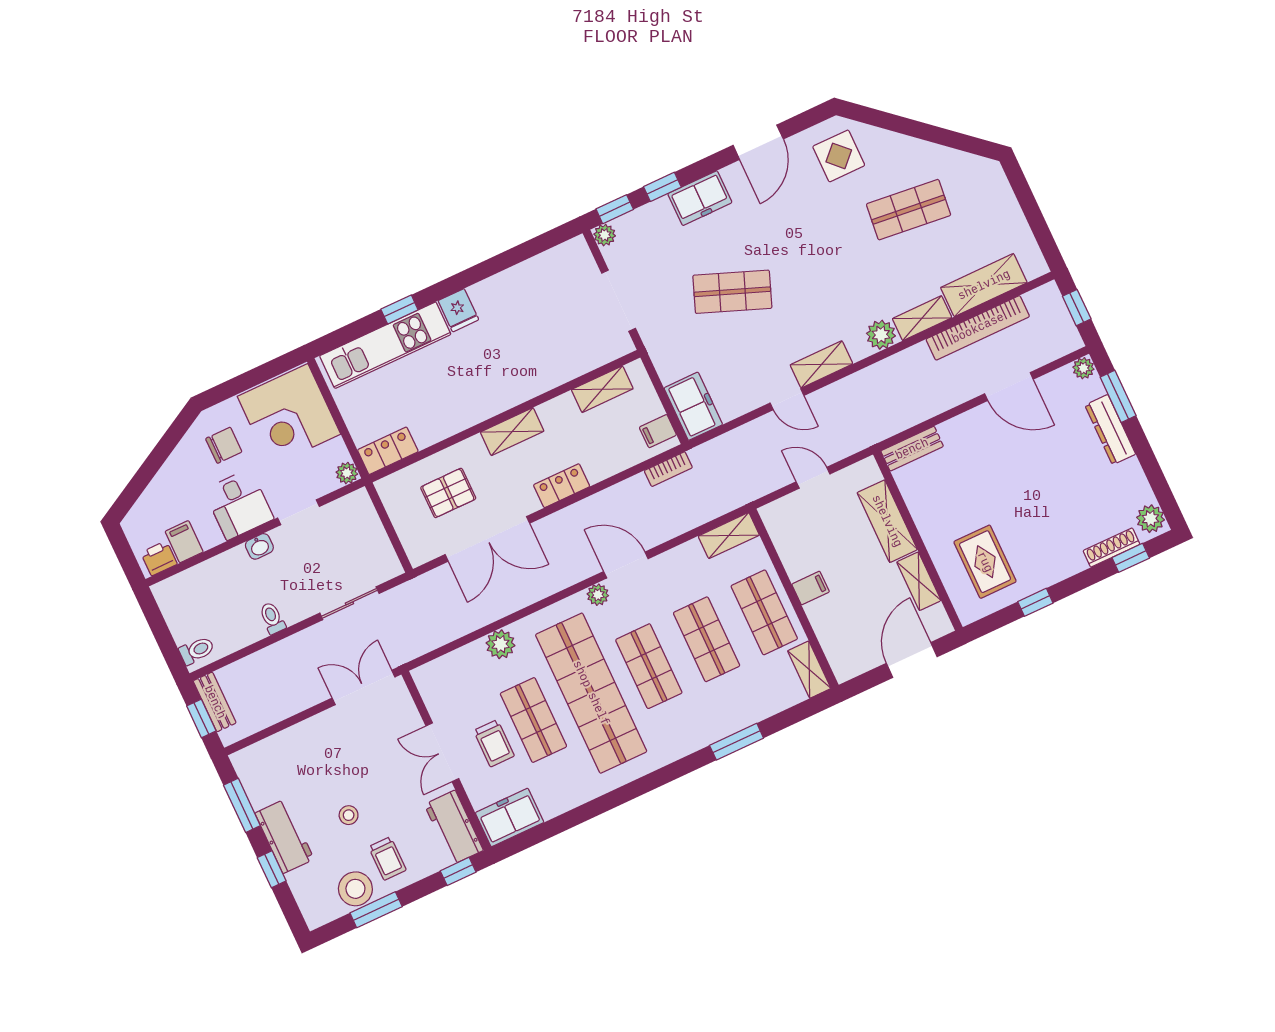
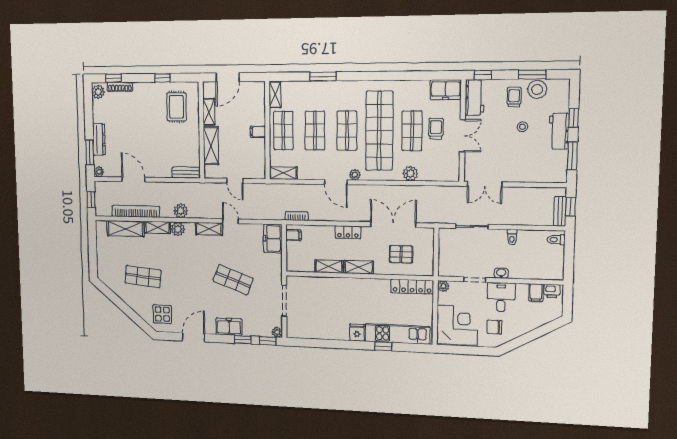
plant: (891, 372) -> (181, 211), added
shelving: (602, 389) -> (329, 267), moved
locker: (388, 451) -> (412, 287), width x1.53

